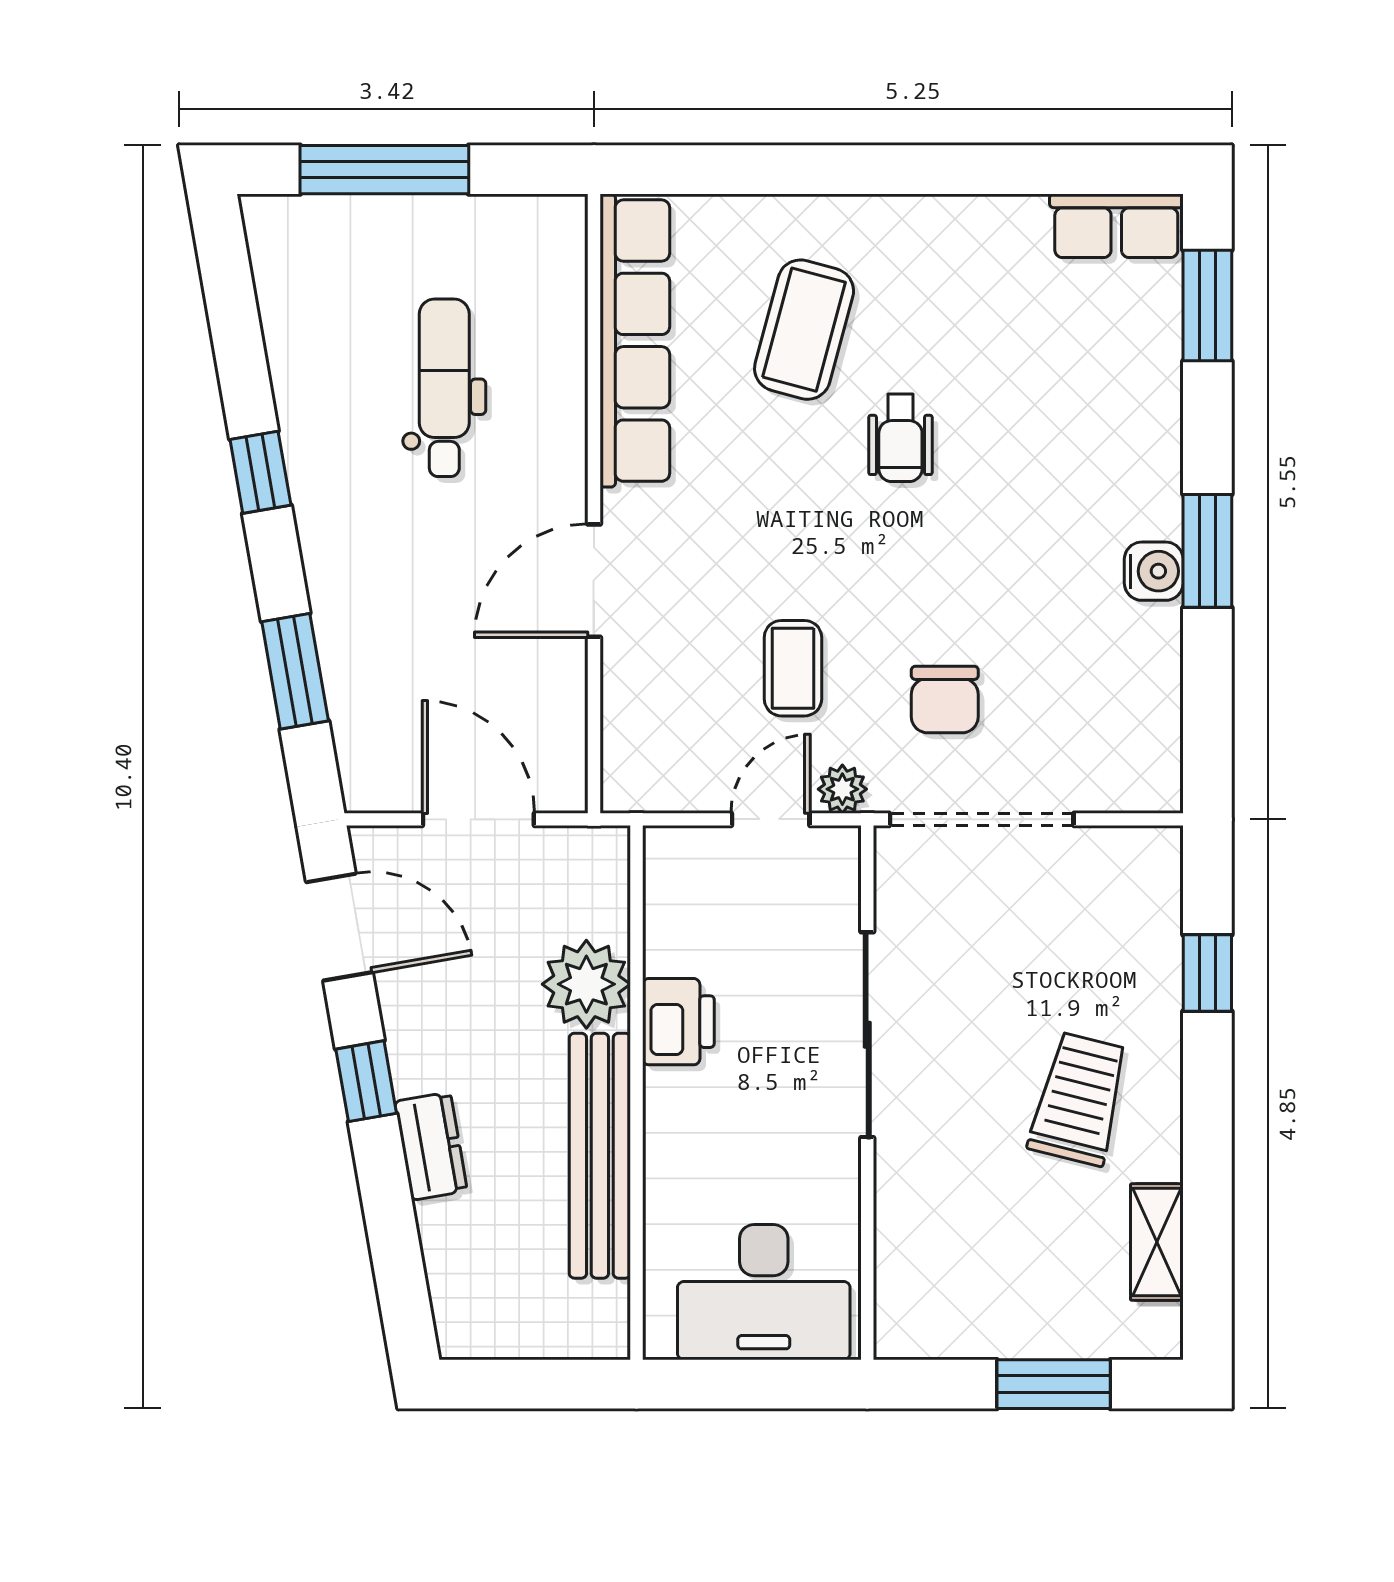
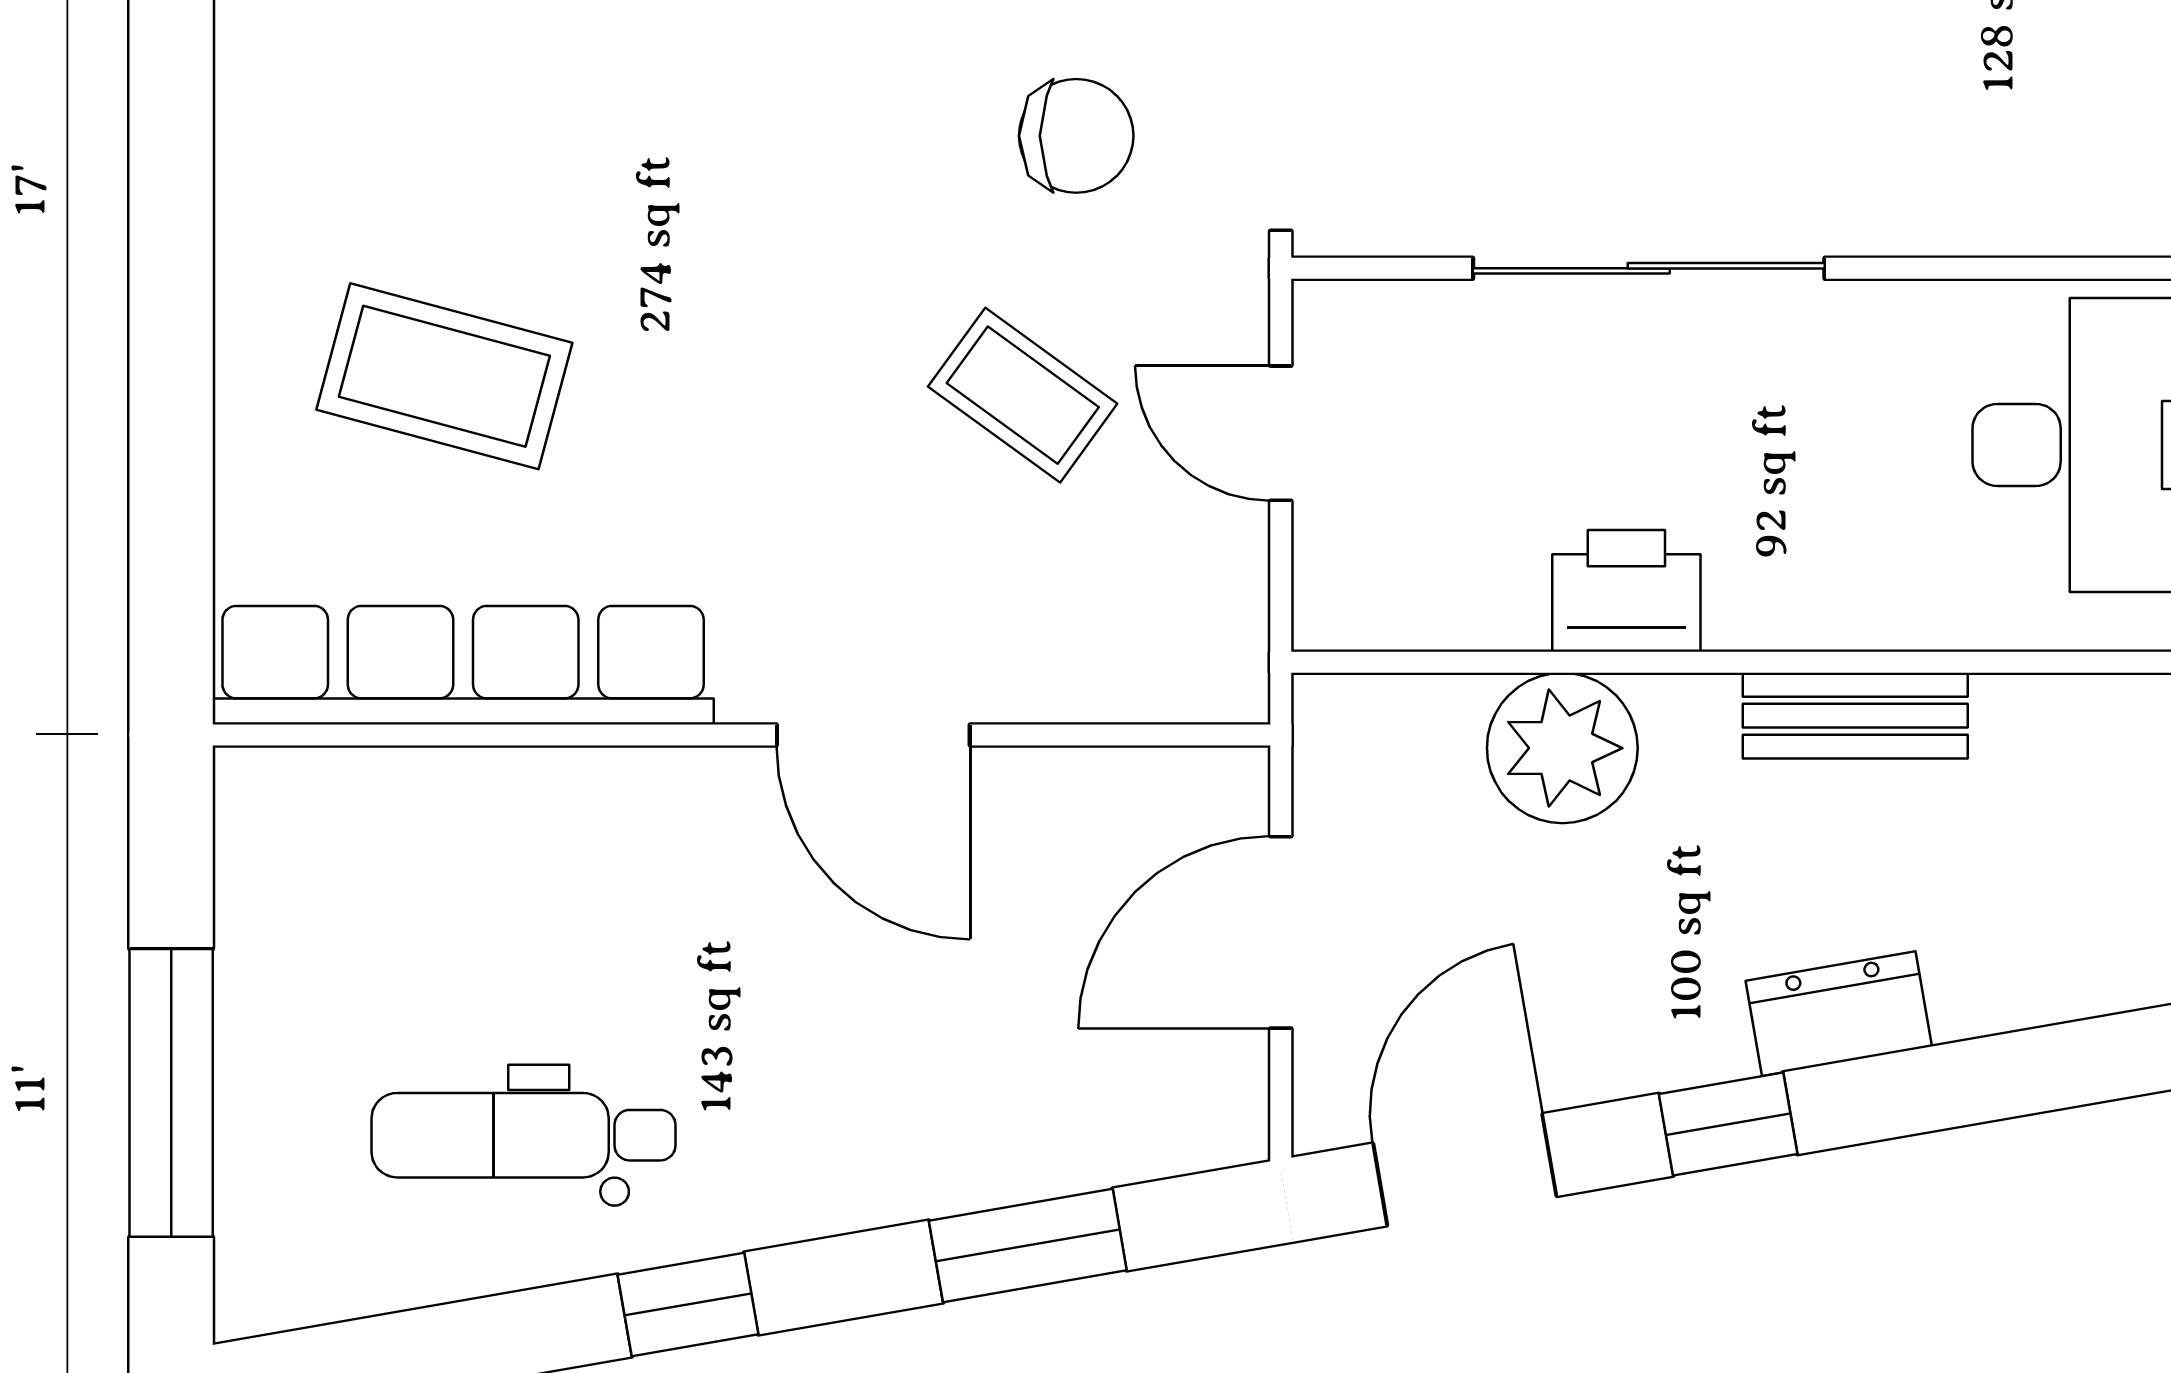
dental chair: (444, 388) -> (524, 1135), moved
wheelchair: (900, 438) -> (629, 212), removed
coffee table: (793, 668) -> (1023, 395), turned 36
plant: (842, 789) -> (1229, 311), removed
bench: (600, 1156) -> (1855, 716), width x0.54, depth x0.82

